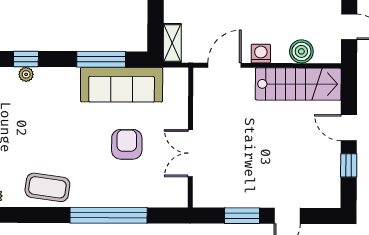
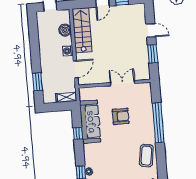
window: (101, 59) -> (78, 133), width x0.46
door: (224, 65) -> (76, 69), swing flipped
armchair: (127, 144) -> (121, 116), turned 180
double door: (190, 153) -> (123, 83), swing flipped

